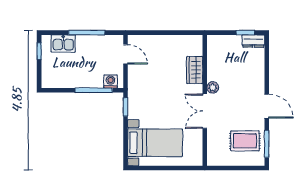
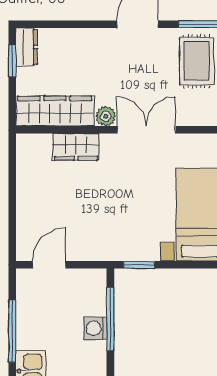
wardrobe: (216, 58) -> (55, 111), added
washing machine: (110, 81) -> (95, 328), moved
double door: (205, 111) -> (146, 130), swing flipped

